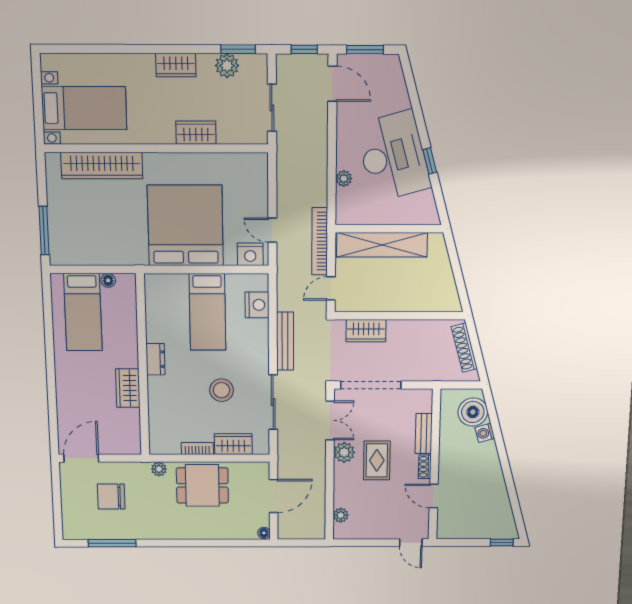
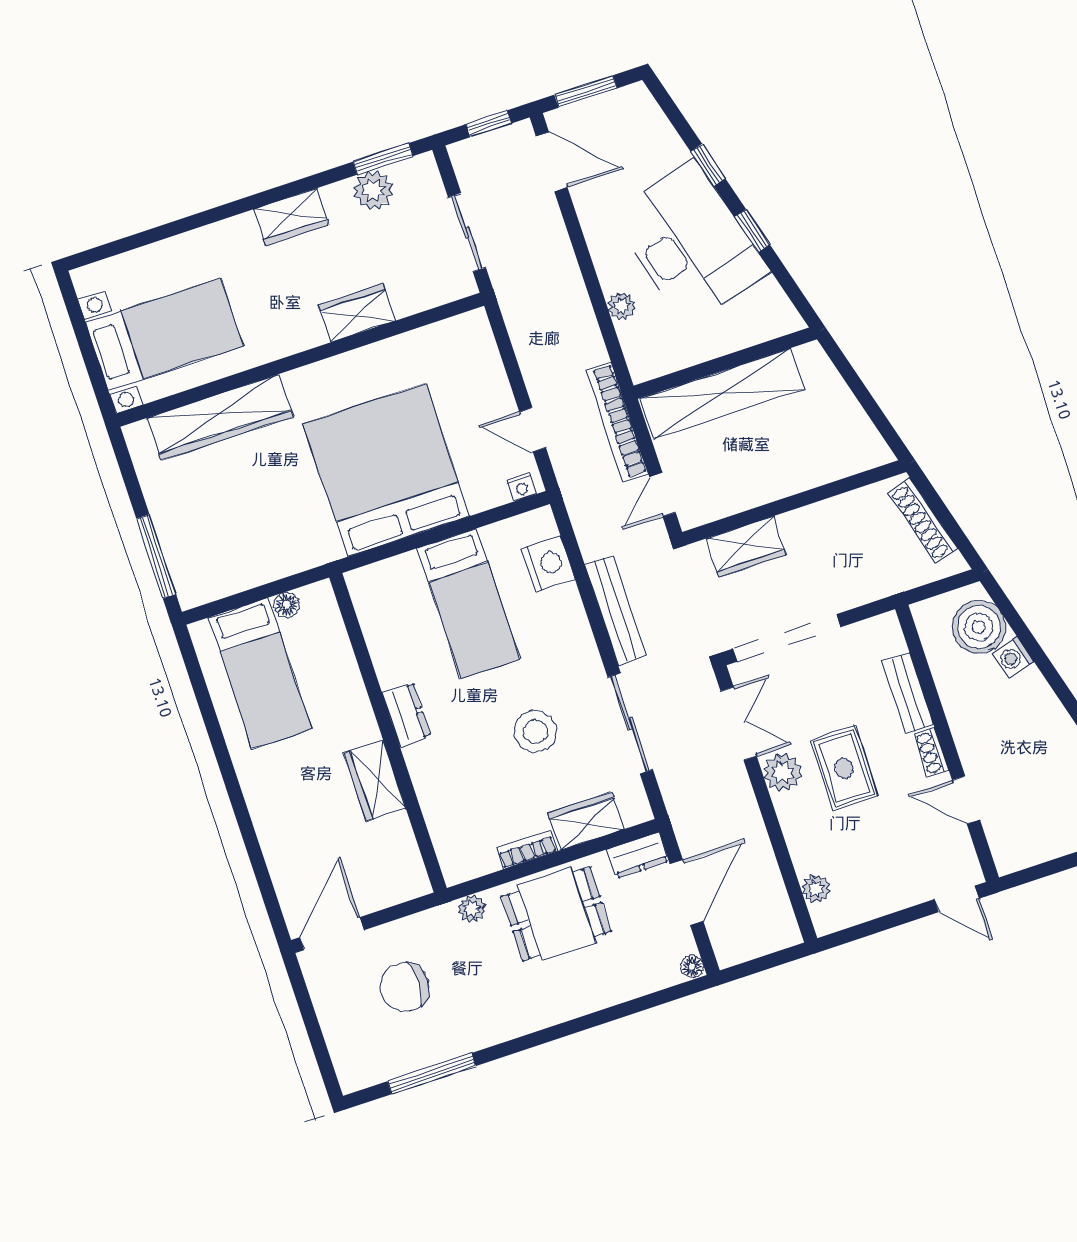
window: (418, 116) -> (708, 165), added
nightstand: (250, 254) -> (522, 487), width x0.53, depth x0.56
dresser: (255, 470) -> (638, 855), added

